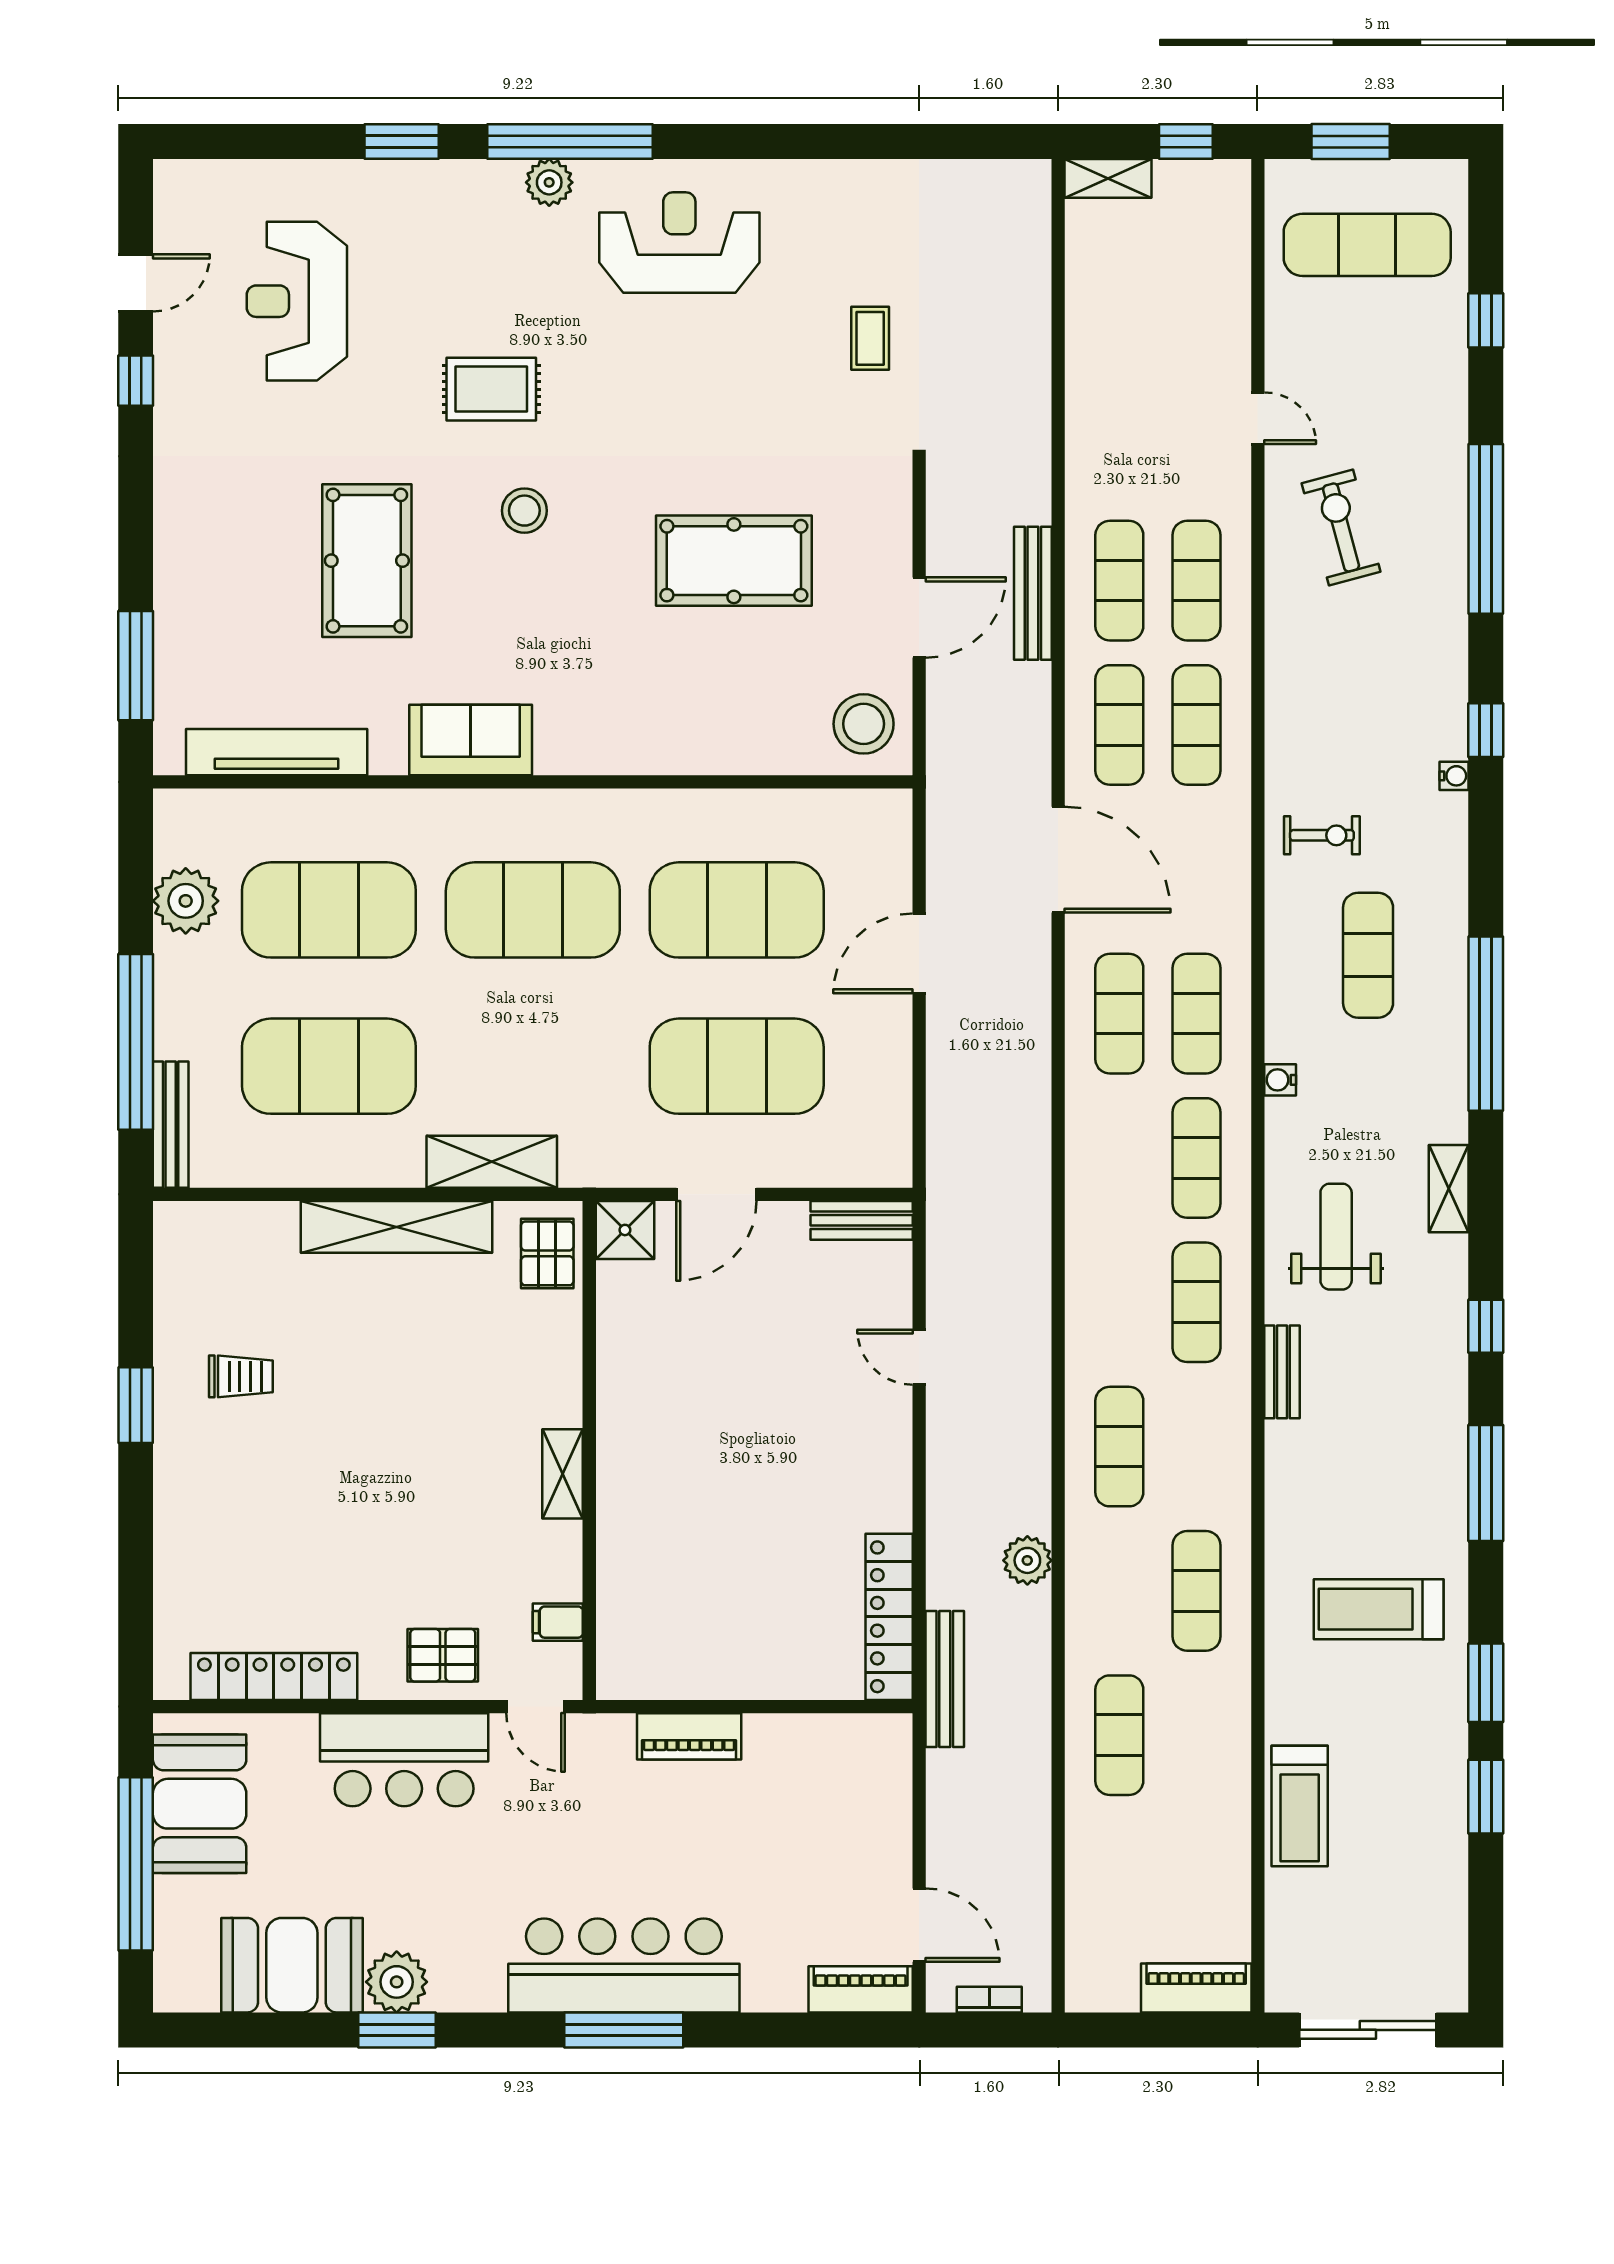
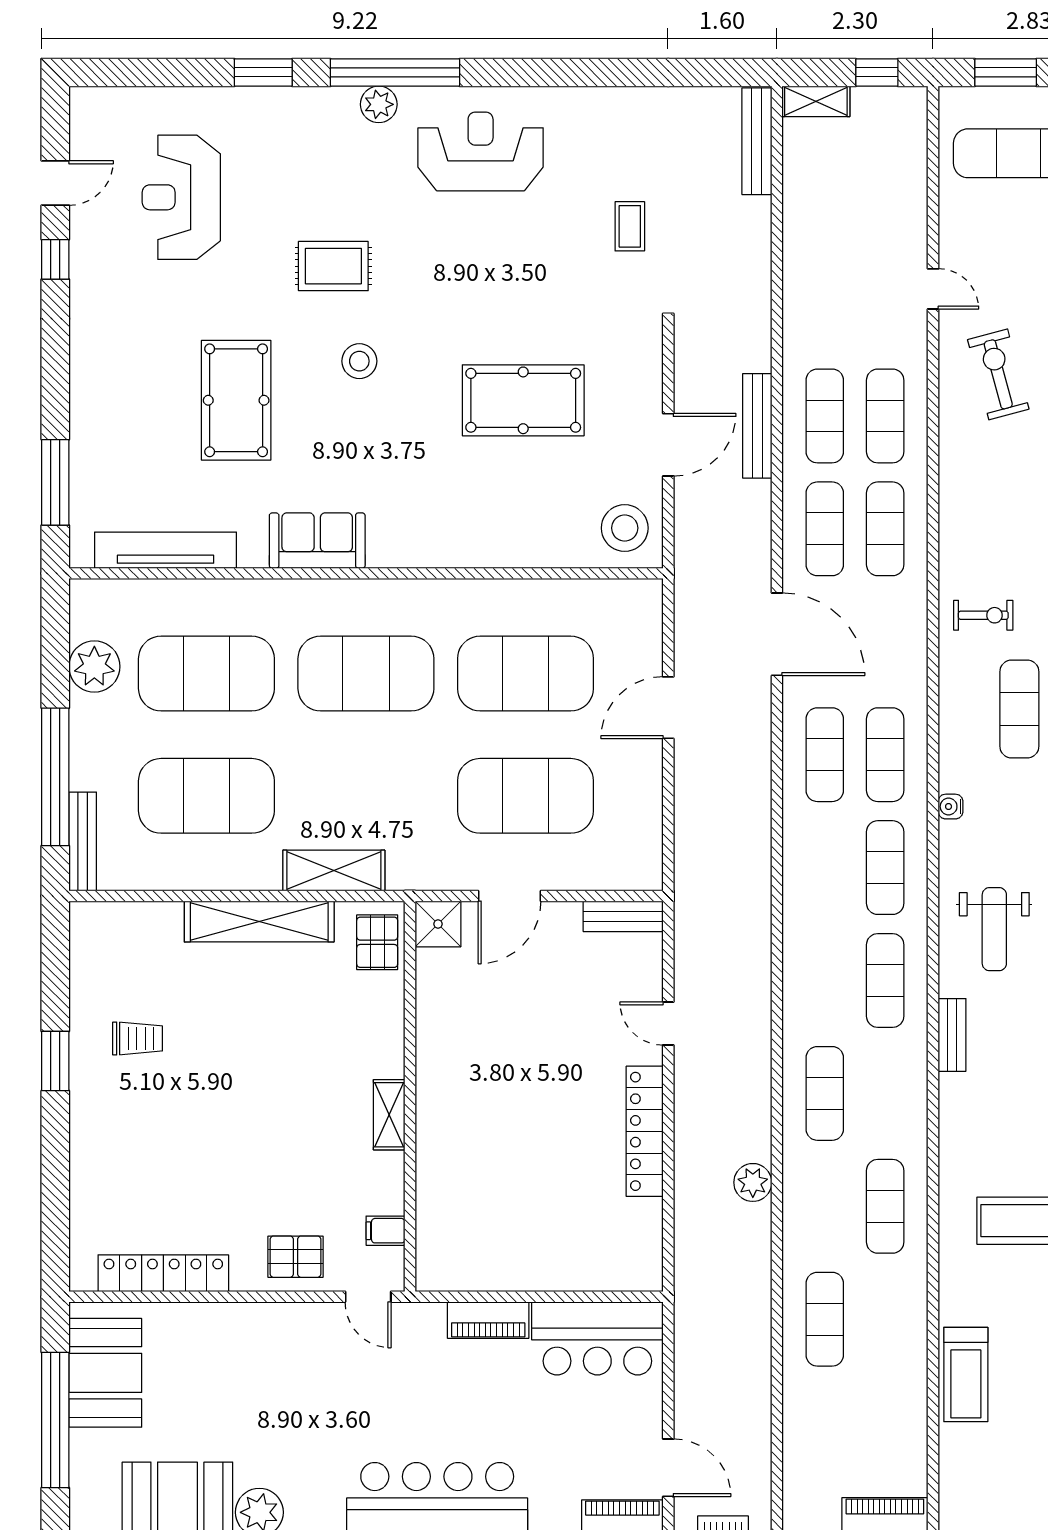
weight bench: (1336, 1237) -> (994, 929), turned 180
locker: (889, 1617) -> (645, 1131), moved
bench: (945, 1679) -> (757, 141), moved
bar counter: (404, 1760) -> (597, 1338), moved

